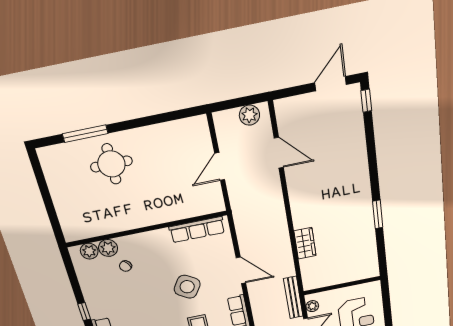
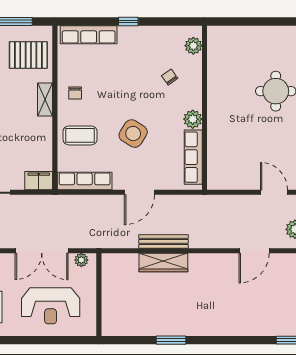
door: (220, 167) -> (274, 192), moved
wardrobe: (305, 243) -> (163, 263), width x1.50
plant: (108, 248) -> (193, 119), moved
bench: (293, 298) -> (163, 241), moved

